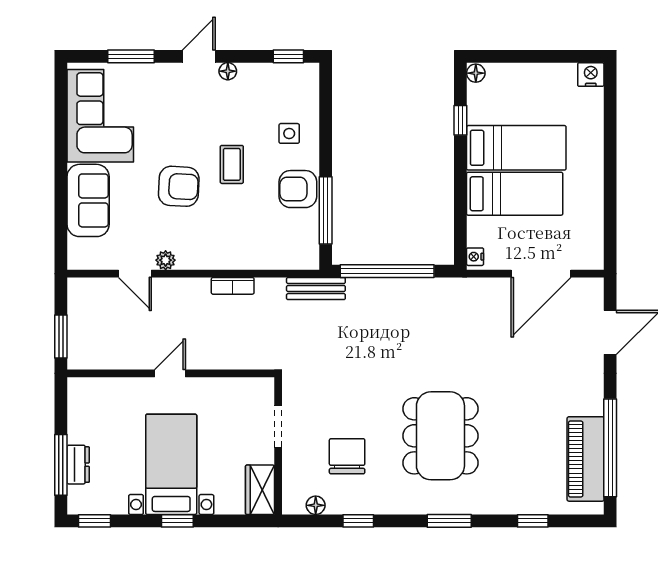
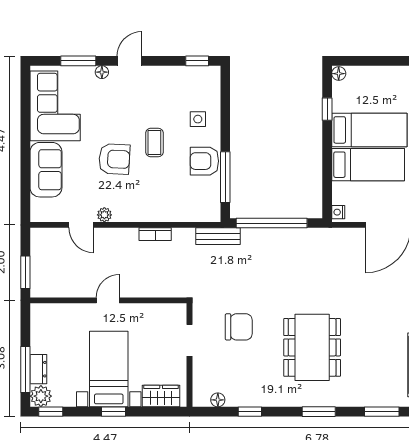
floor lamp: (228, 71) -> (102, 72), moved
chair: (347, 456) -> (239, 327), moved, turned 90
wardrobe: (260, 490) -> (161, 396), moved, turned 90
plant: (81, 500) -> (41, 396), added
window: (533, 521) -> (382, 412), width x1.50

